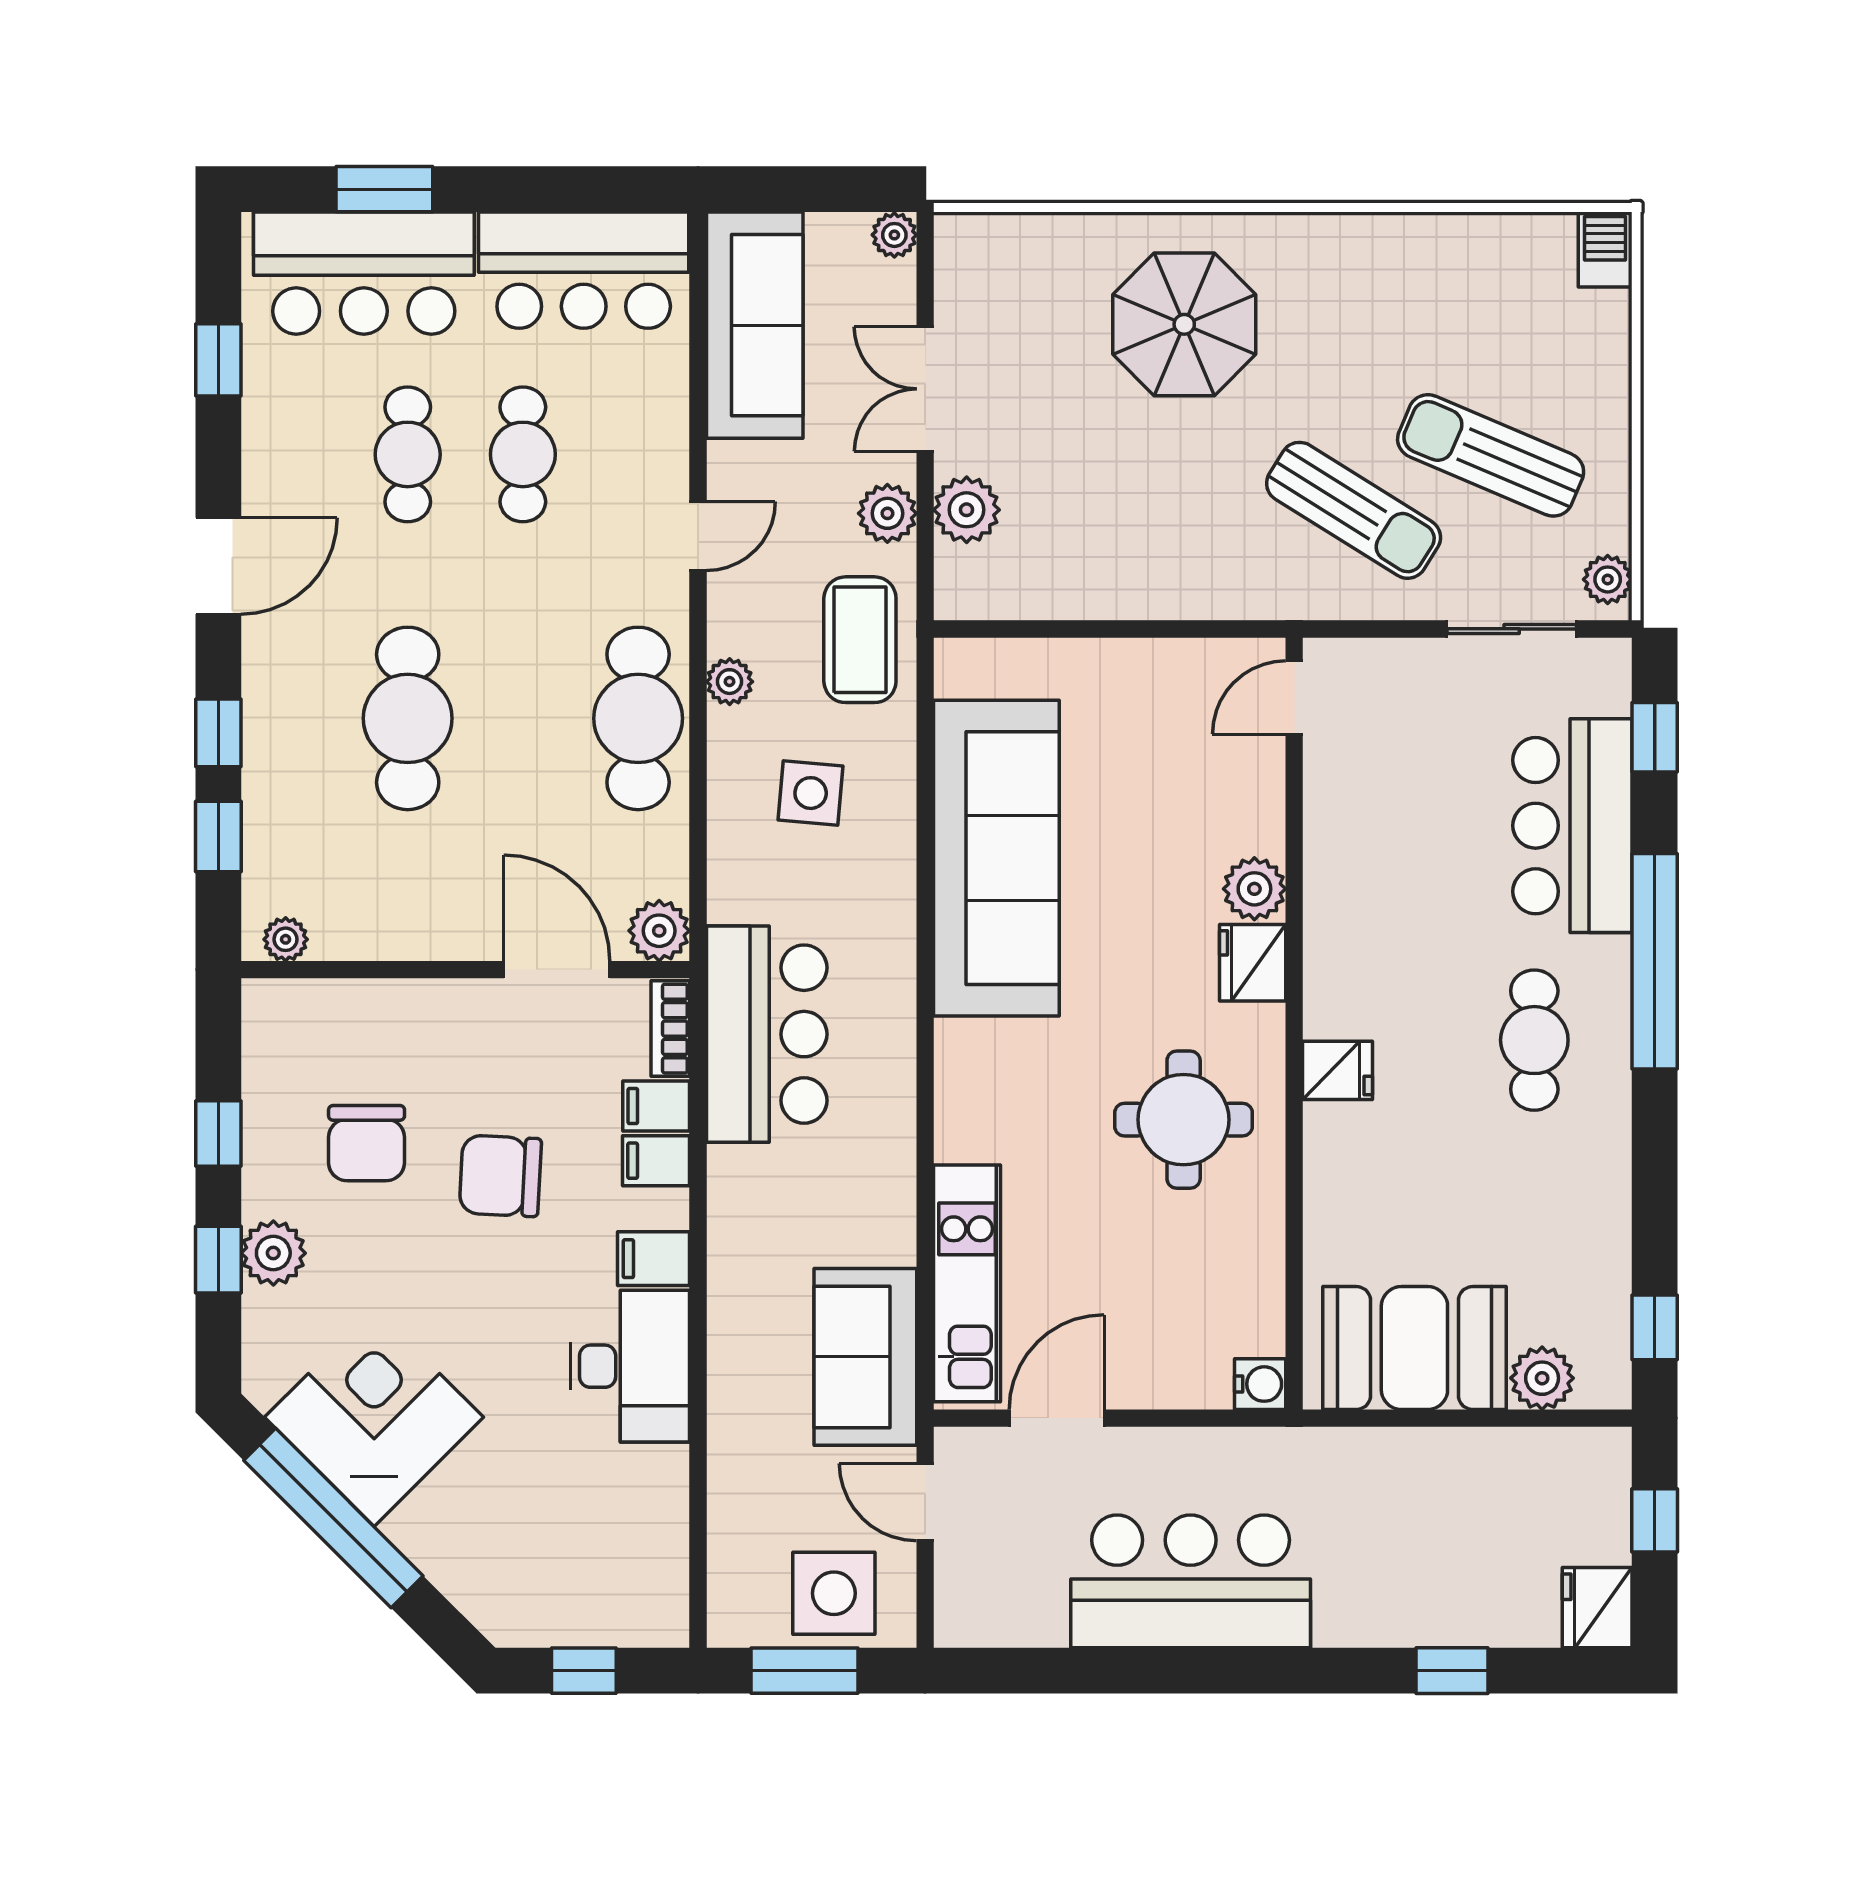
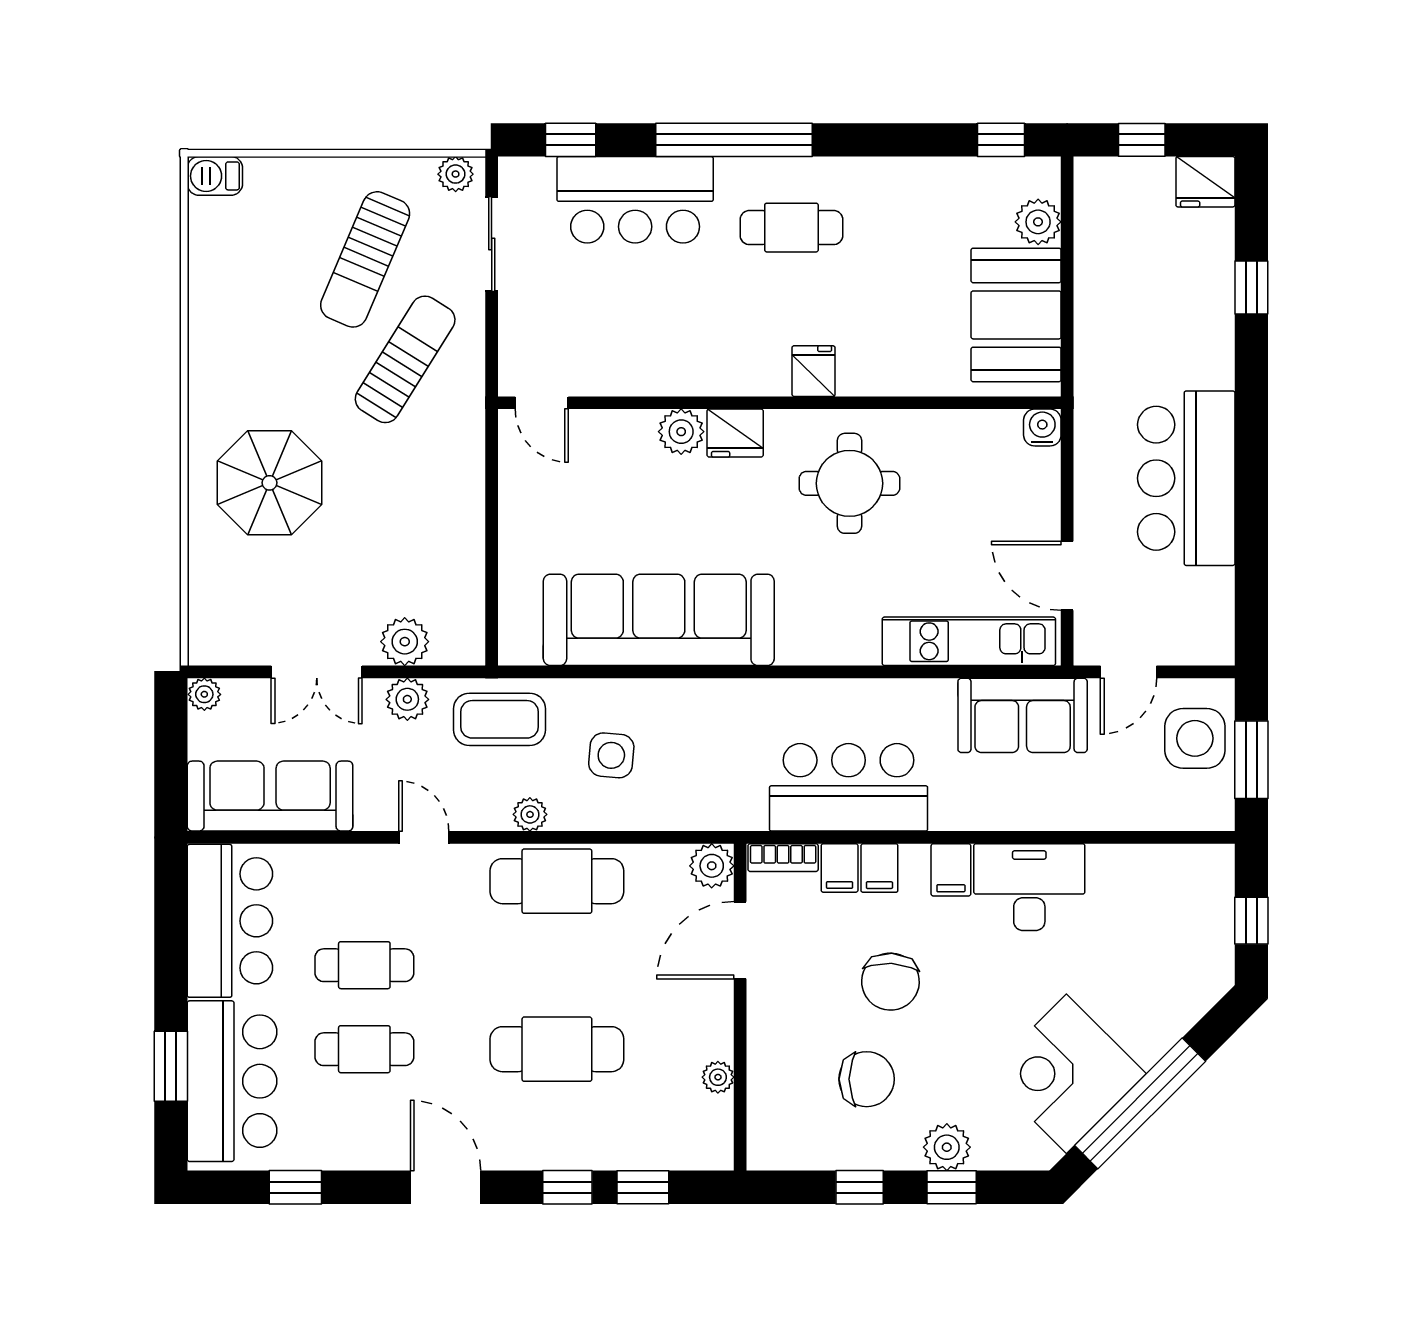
plant: (286, 939) -> (718, 1077), moved
bar counter: (767, 1034) -> (849, 787), moved

